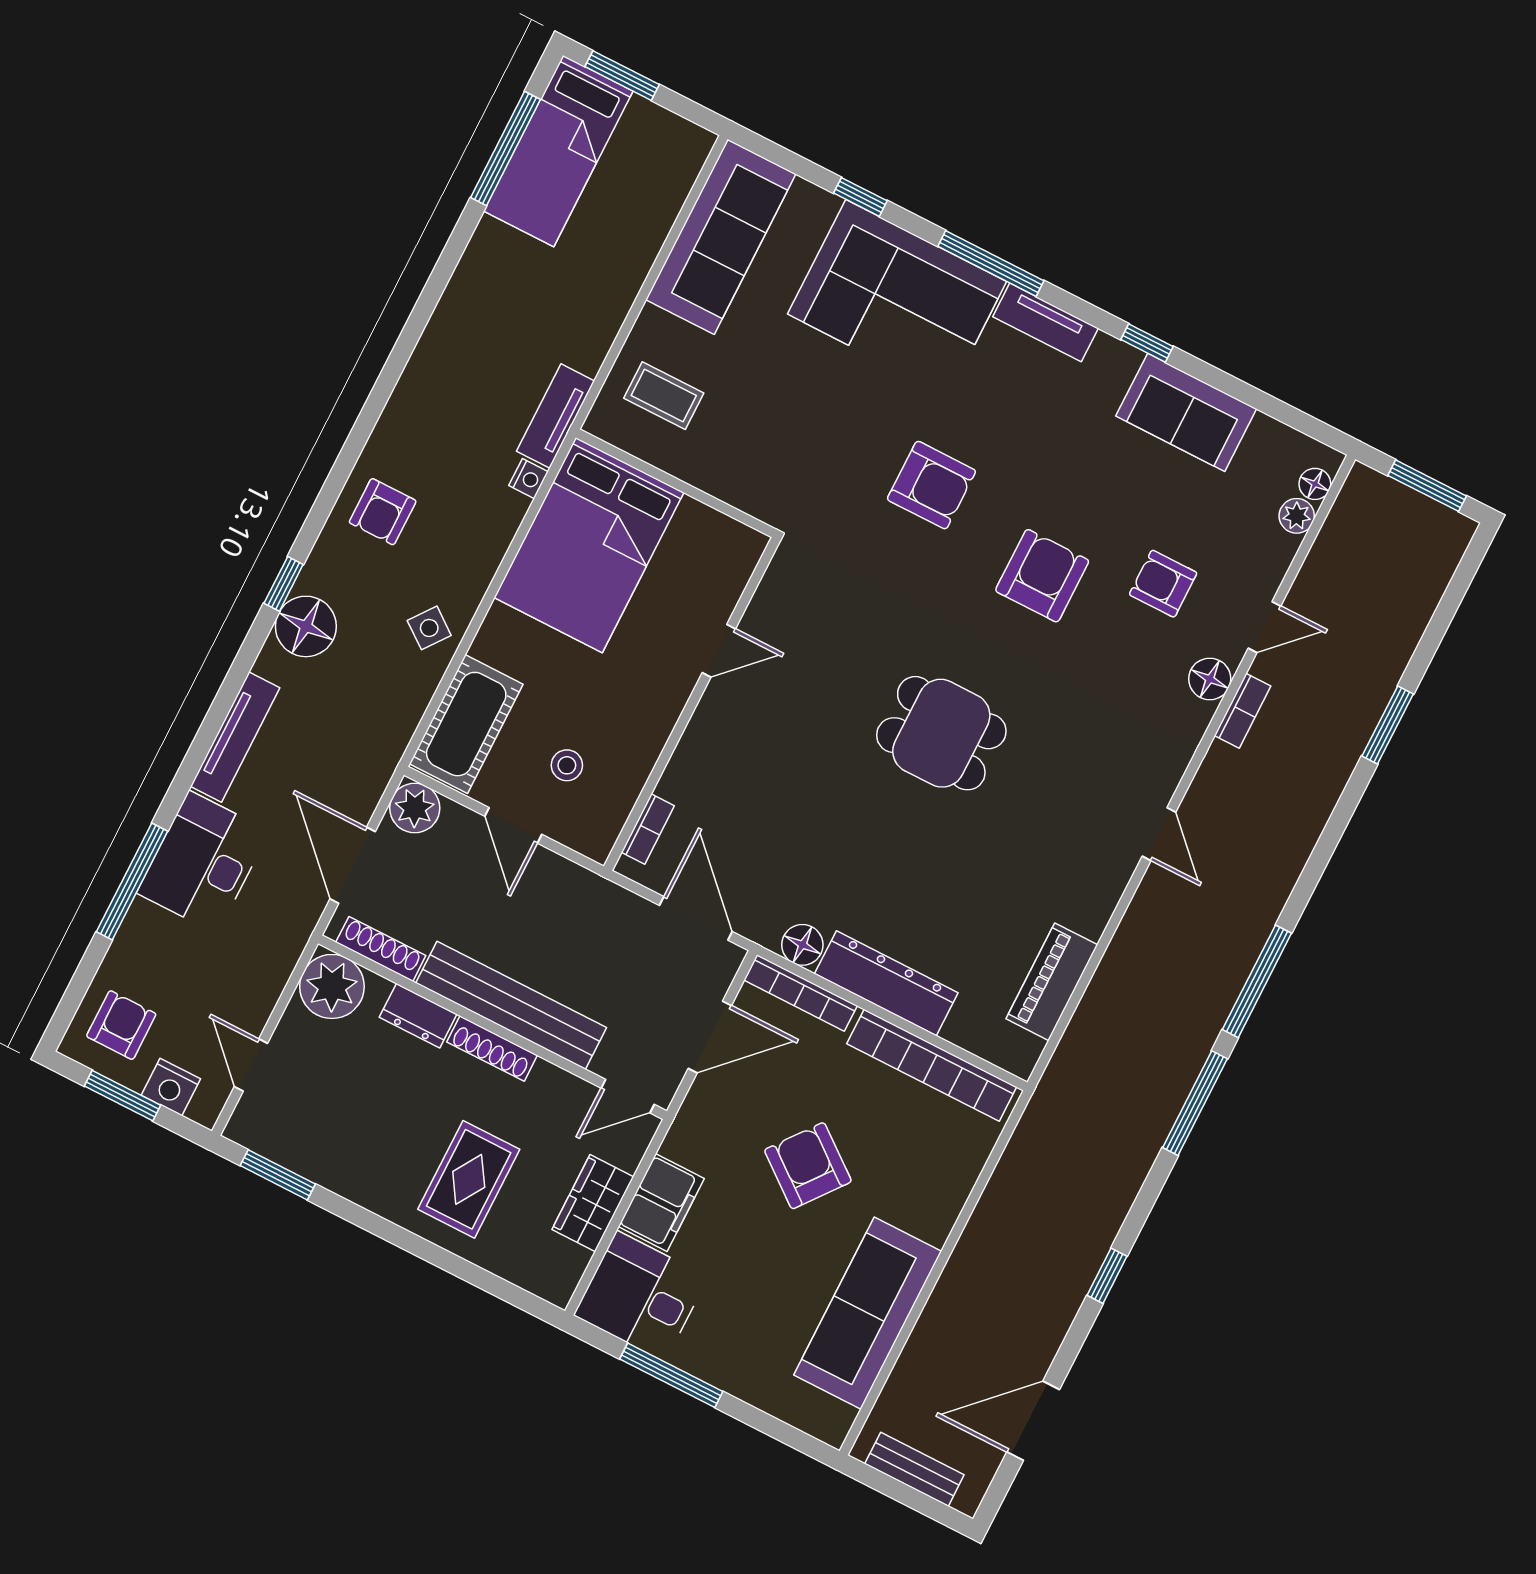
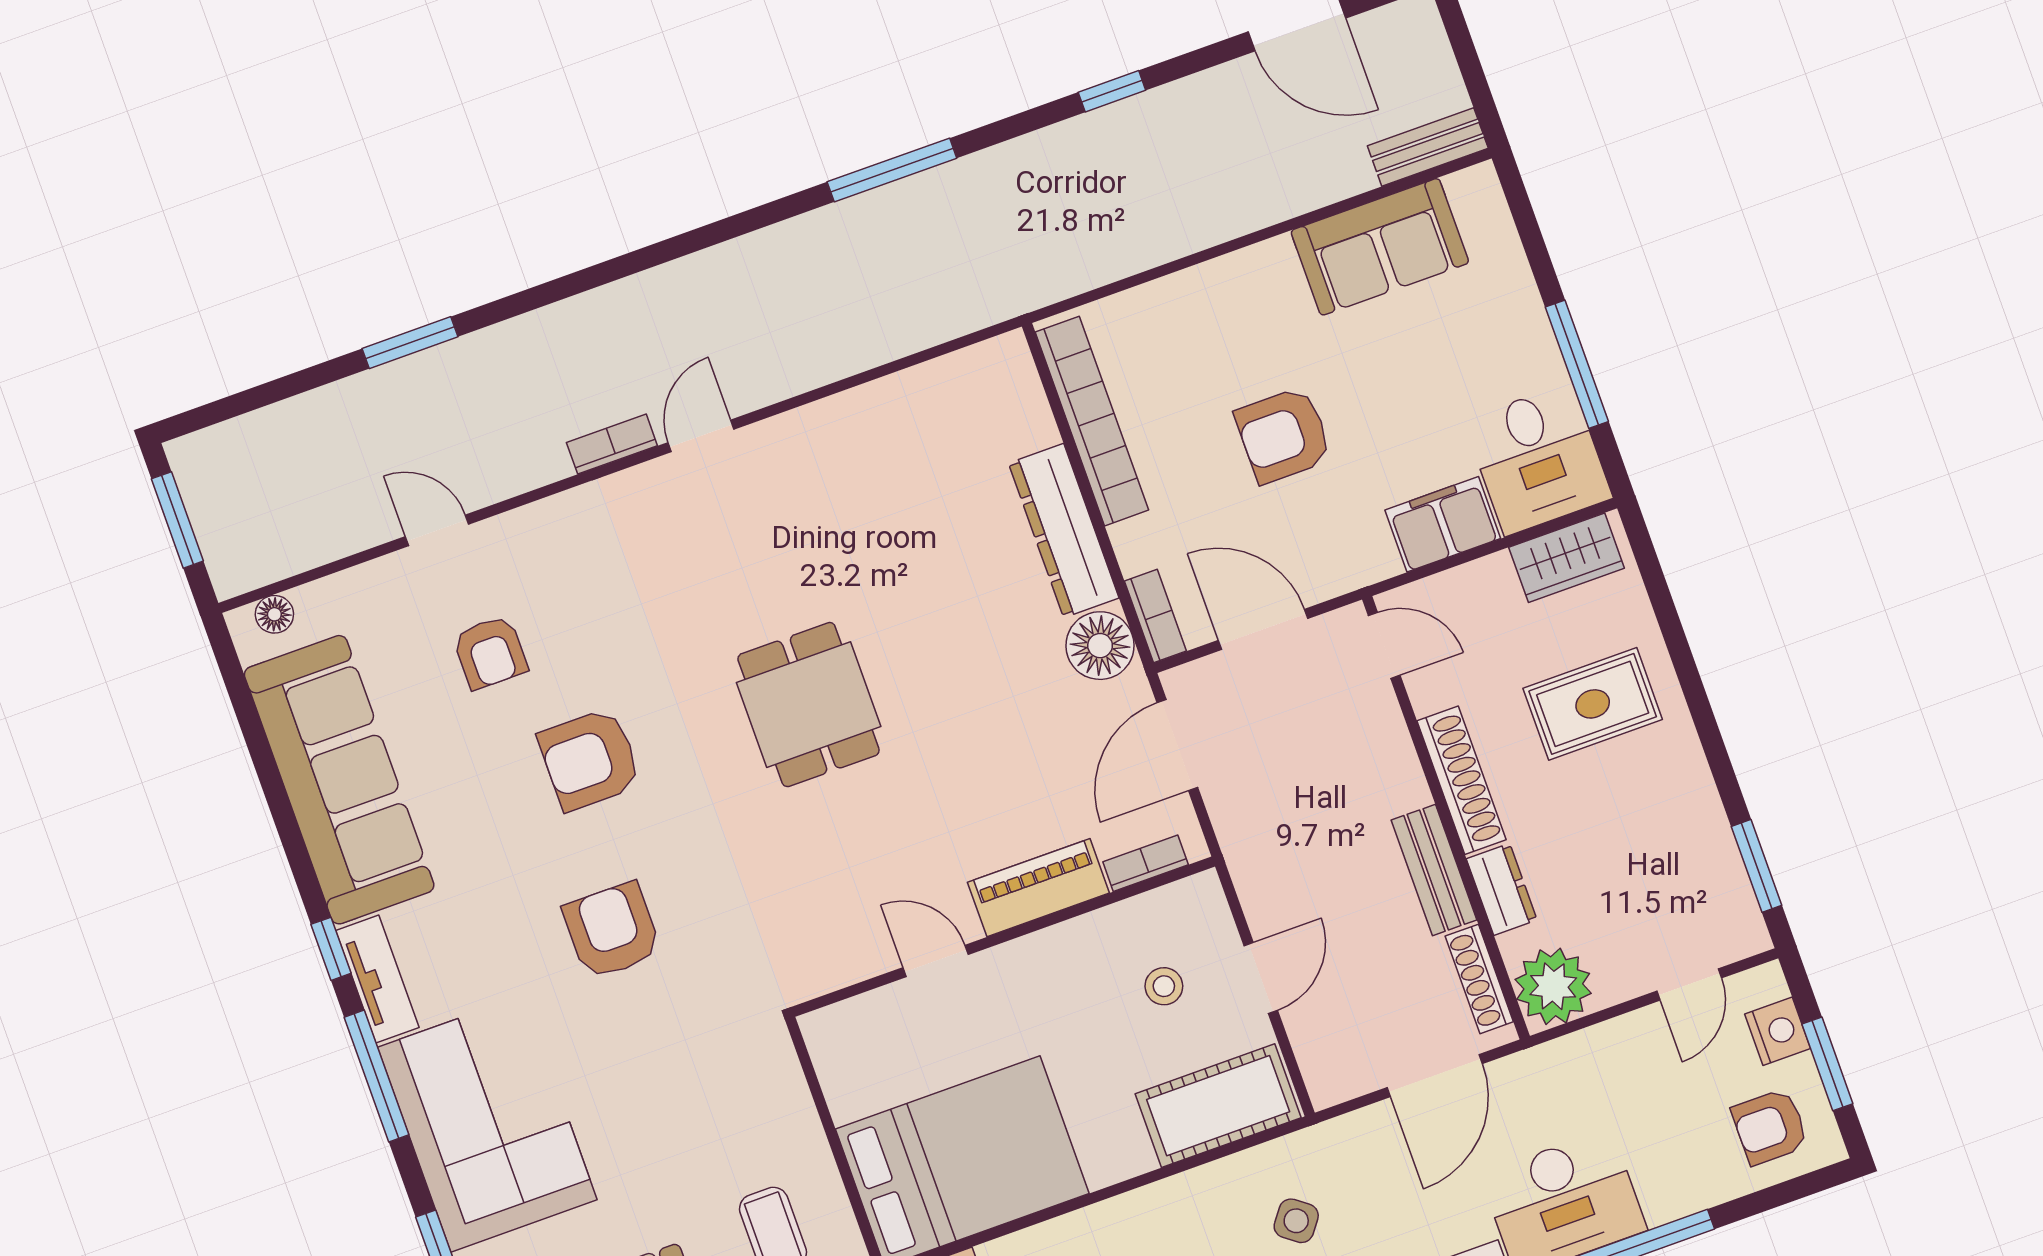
window: (1147, 343) -> (331, 949), moved
sofa: (1186, 412) -> (339, 780), width x1.85, depth x1.27
plant: (1297, 516) -> (317, 601), removed
side table: (429, 628) -> (1296, 1221), moved
floor lamp: (1210, 679) -> (528, 530), removed
bookcase: (1243, 711) -> (612, 444), moved
plant: (415, 808) -> (1333, 1075), removed
floor lamp: (802, 945) -> (1100, 646), width x1.38, depth x1.38
window: (1257, 981) -> (737, 226), removed
piano: (1052, 982) -> (1038, 888), moved, turned 180
bookcase: (801, 993) -> (1155, 616), width x0.64
bench: (511, 1005) -> (1434, 870), width x0.54, depth x0.82
shoe rack: (492, 1049) -> (1461, 780), width x1.36, depth x1.24
armchair: (808, 1166) -> (1284, 435), turned 52
wardrobe: (593, 1203) -> (1567, 558), moved
sofa: (868, 1313) -> (1380, 247), width x0.73
bench: (914, 1469) -> (1428, 147), moved, turned 90

